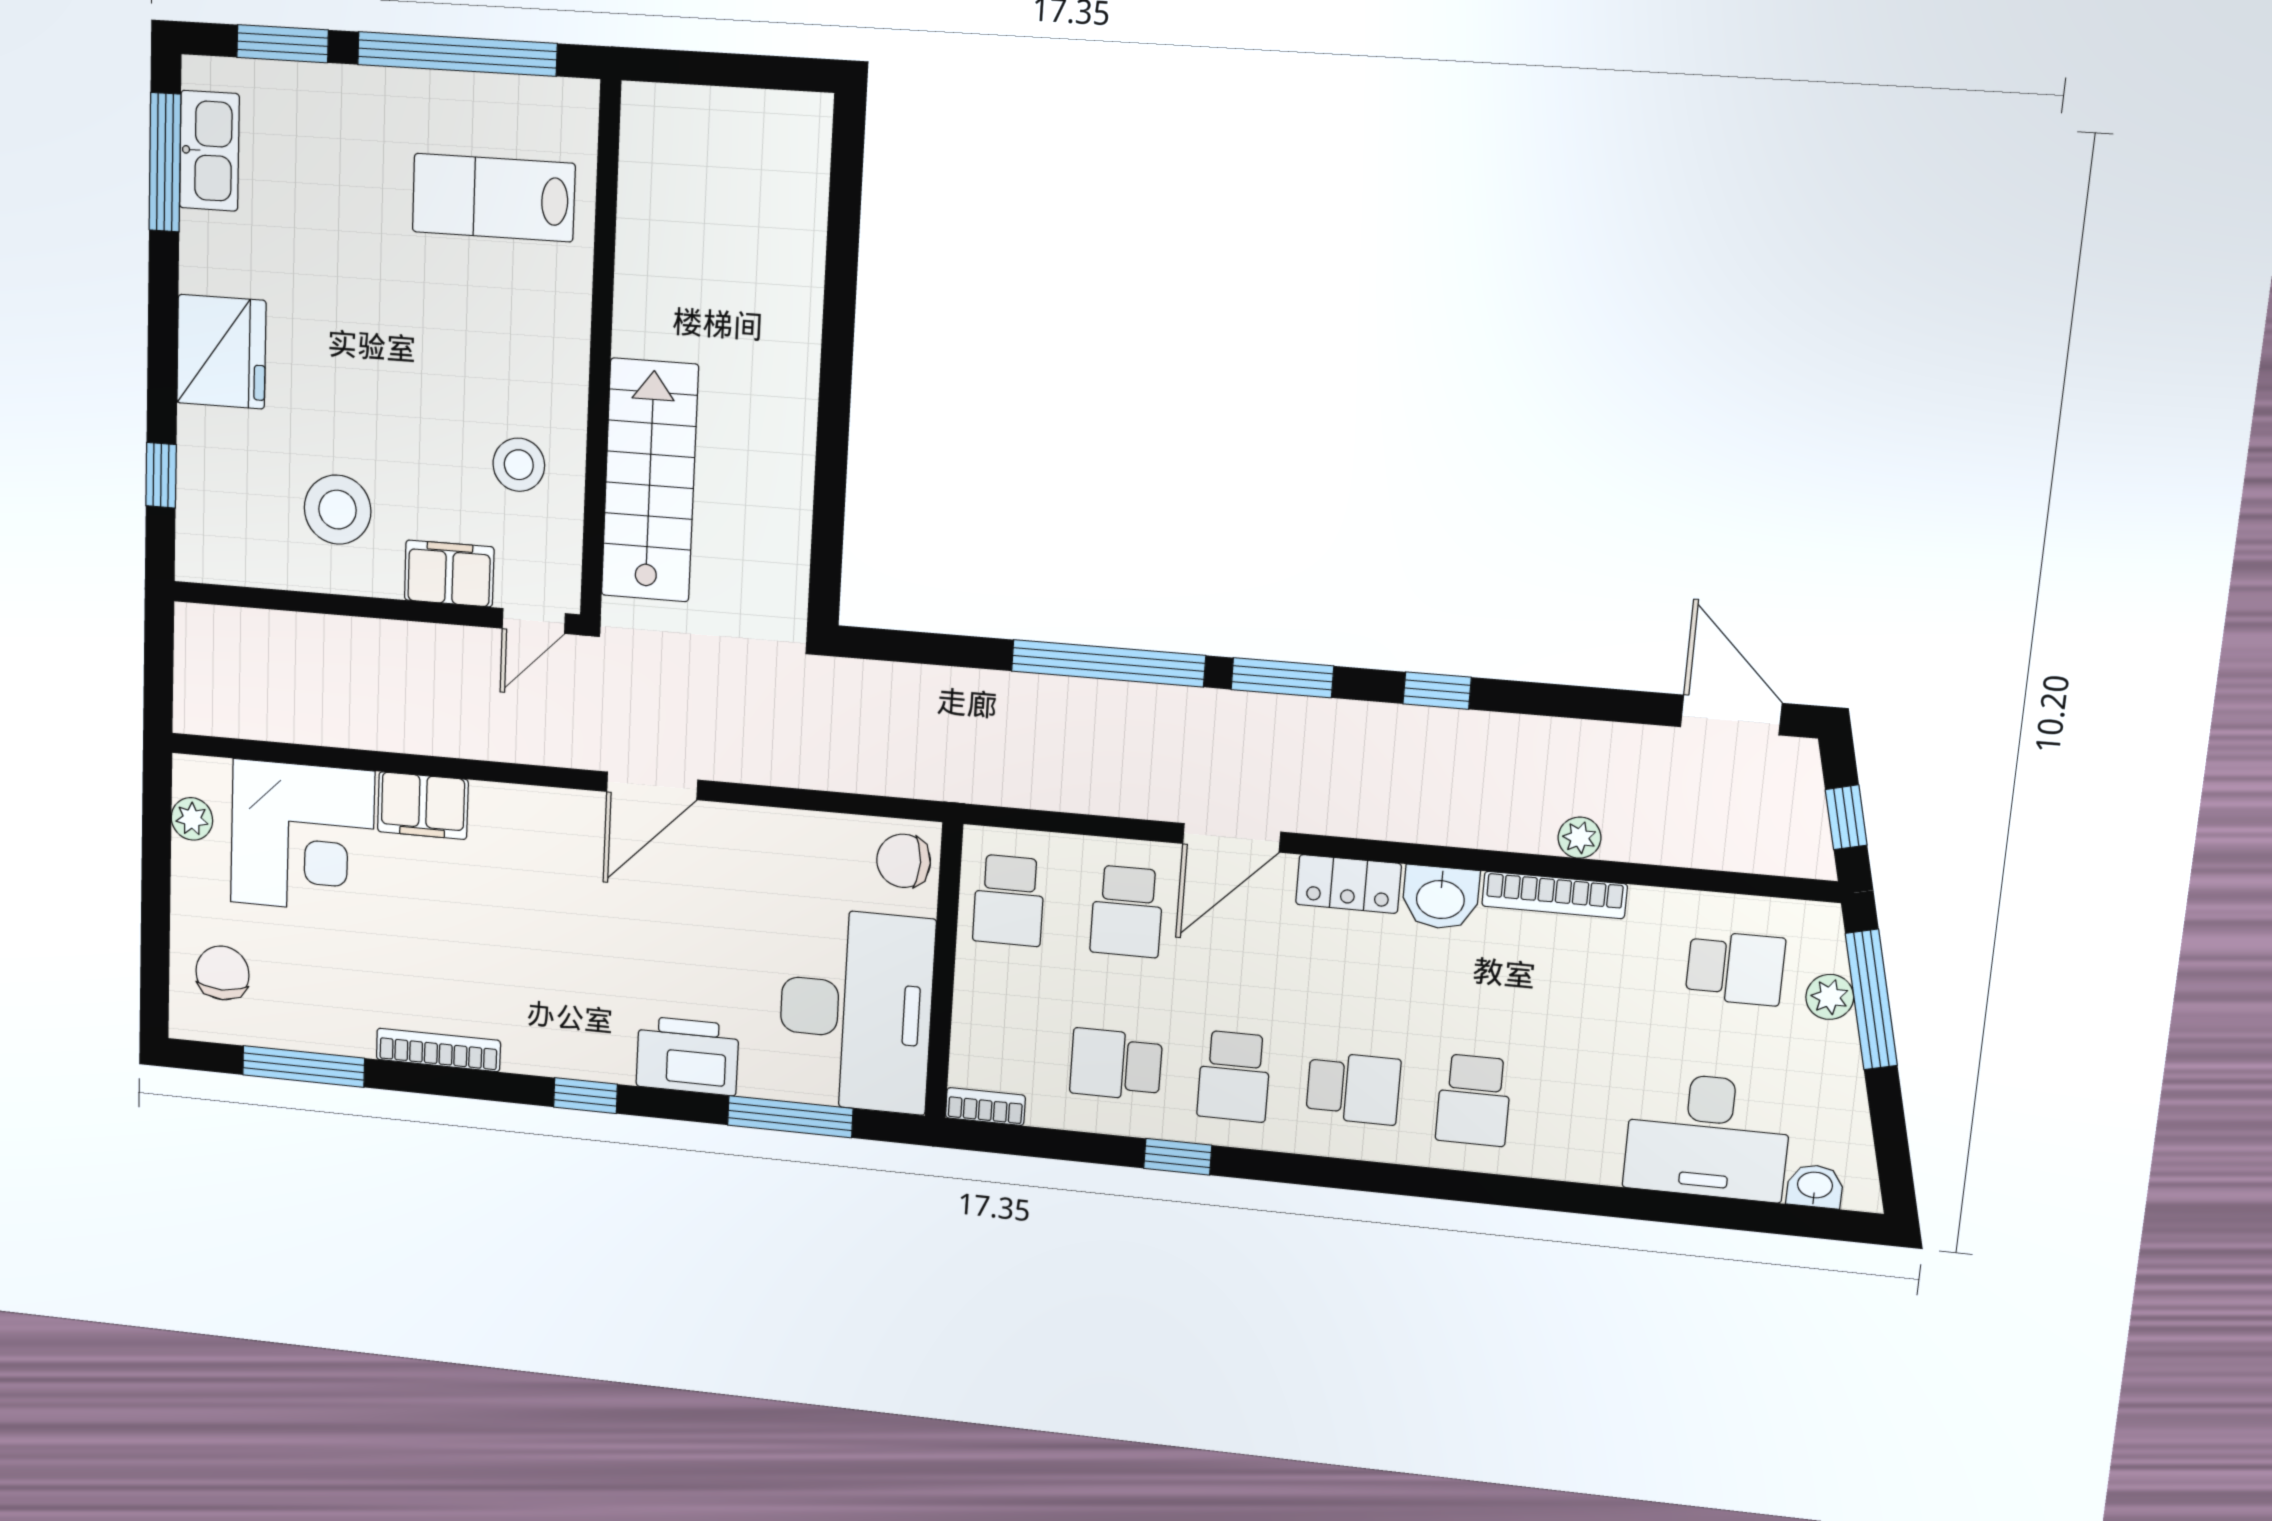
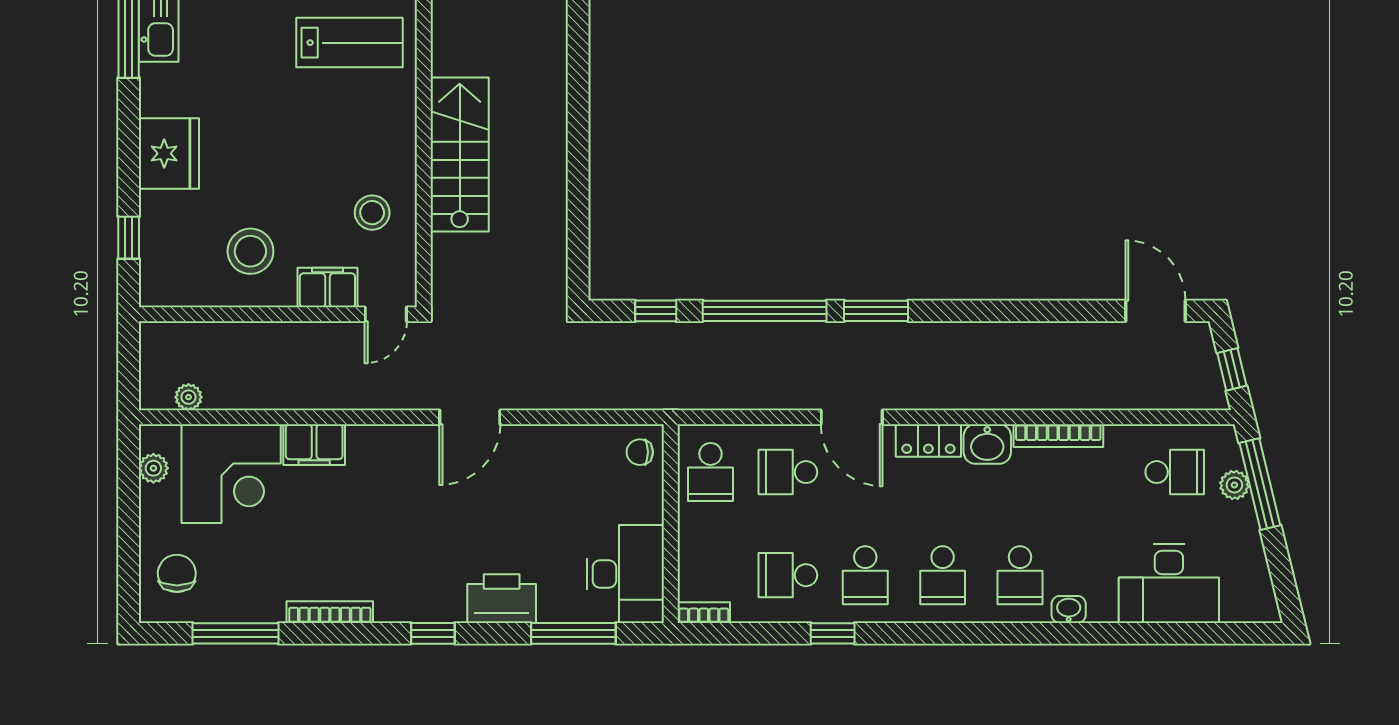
lab bench: (494, 198) -> (349, 43), turned 180
stairs: (650, 480) -> (460, 154), moved
window: (1437, 691) -> (656, 311), moved
door: (1232, 838) -> (852, 417), hinge flipped
plant: (1580, 838) -> (188, 397), moved
chair: (904, 861) -> (640, 452), width x0.73, depth x0.73
school desk: (1127, 911) -> (788, 472), turned 90
desk: (856, 1011) -> (625, 574), width x0.73, depth x0.77
school desk: (1353, 1088) -> (943, 575), turned 90
washbasin: (1815, 1186) -> (1069, 609), moved

